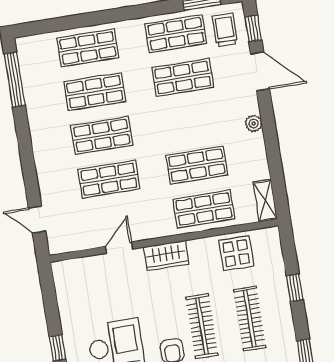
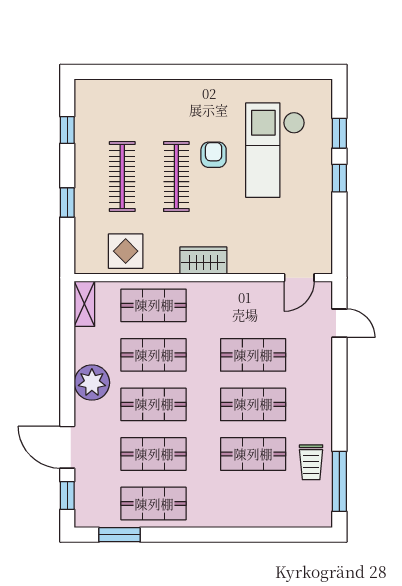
trolley: (225, 30) -> (311, 462), moved
shop shelf: (88, 48) -> (154, 404), moved
plant: (254, 124) -> (92, 383), width x1.88, depth x1.88
door: (119, 248) -> (299, 278), moved

